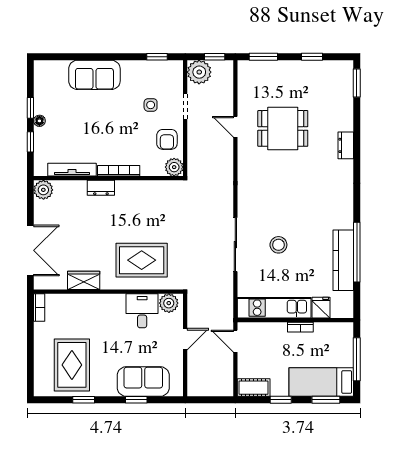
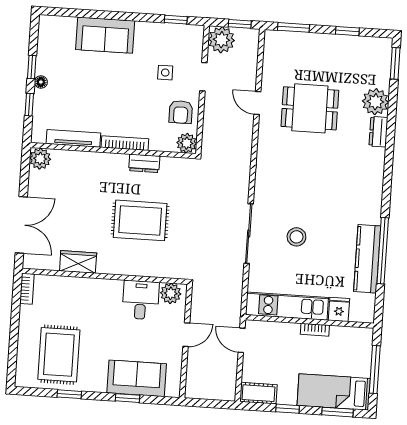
plant: (341, 119) -> (375, 102), added
dresser: (101, 188) -> (144, 163), moved
rug: (142, 260) -> (140, 220), moved

